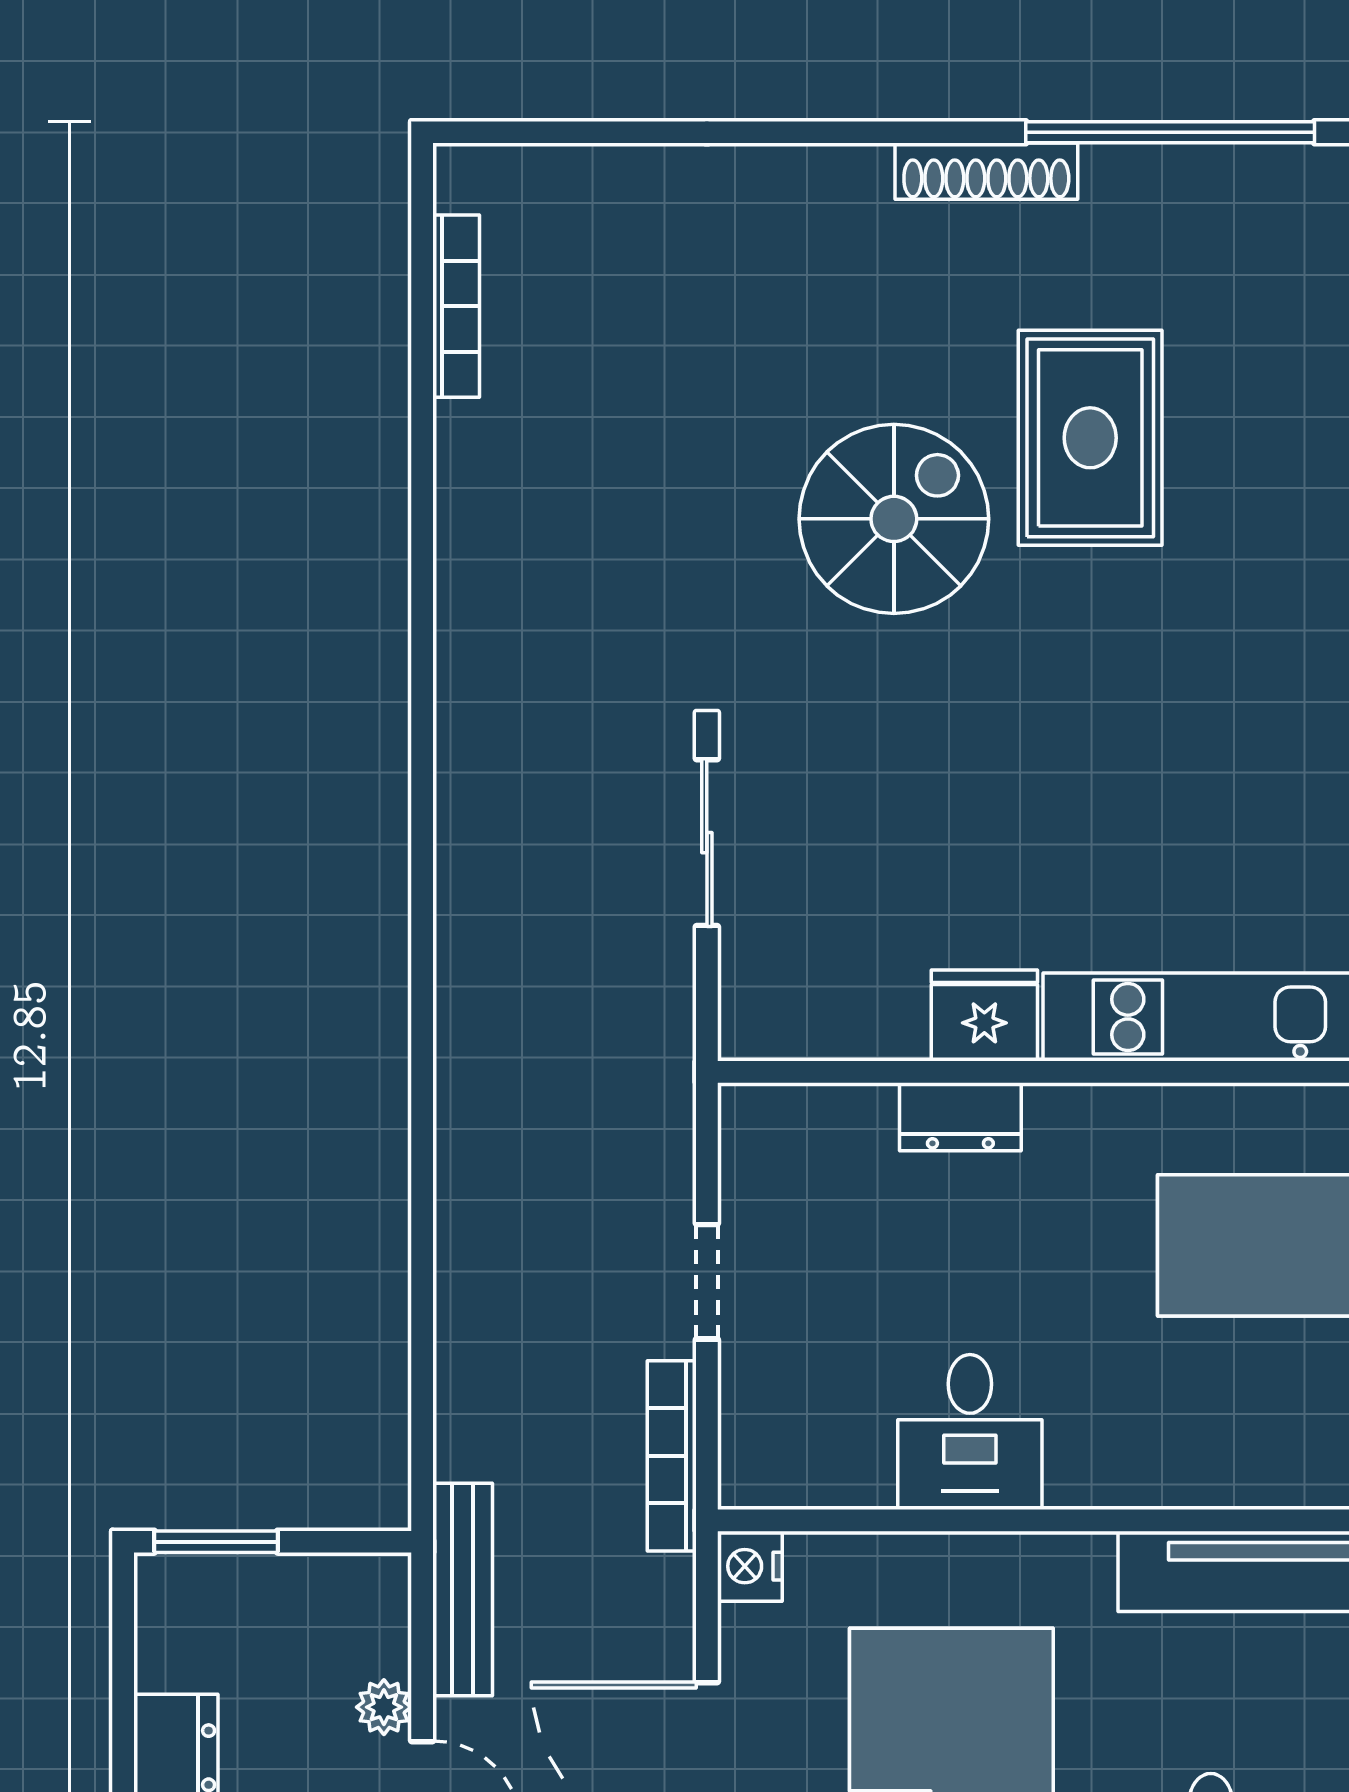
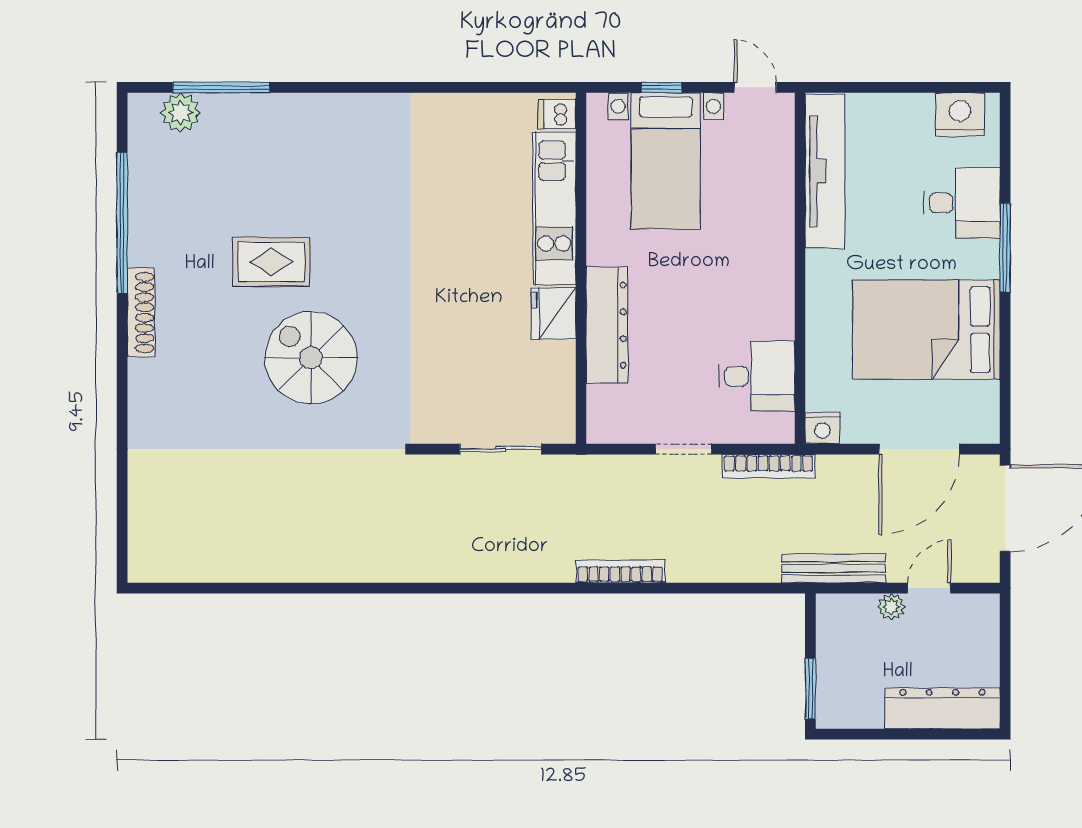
bookcase: (456, 306) -> (620, 572), moved
rug: (1090, 438) -> (271, 262), width x0.73, depth x0.70
sliding door: (707, 843) -> (501, 449), moved
dresser: (960, 1117) -> (607, 325), width x1.96, depth x1.24
desk: (970, 1432) -> (757, 376), moved

